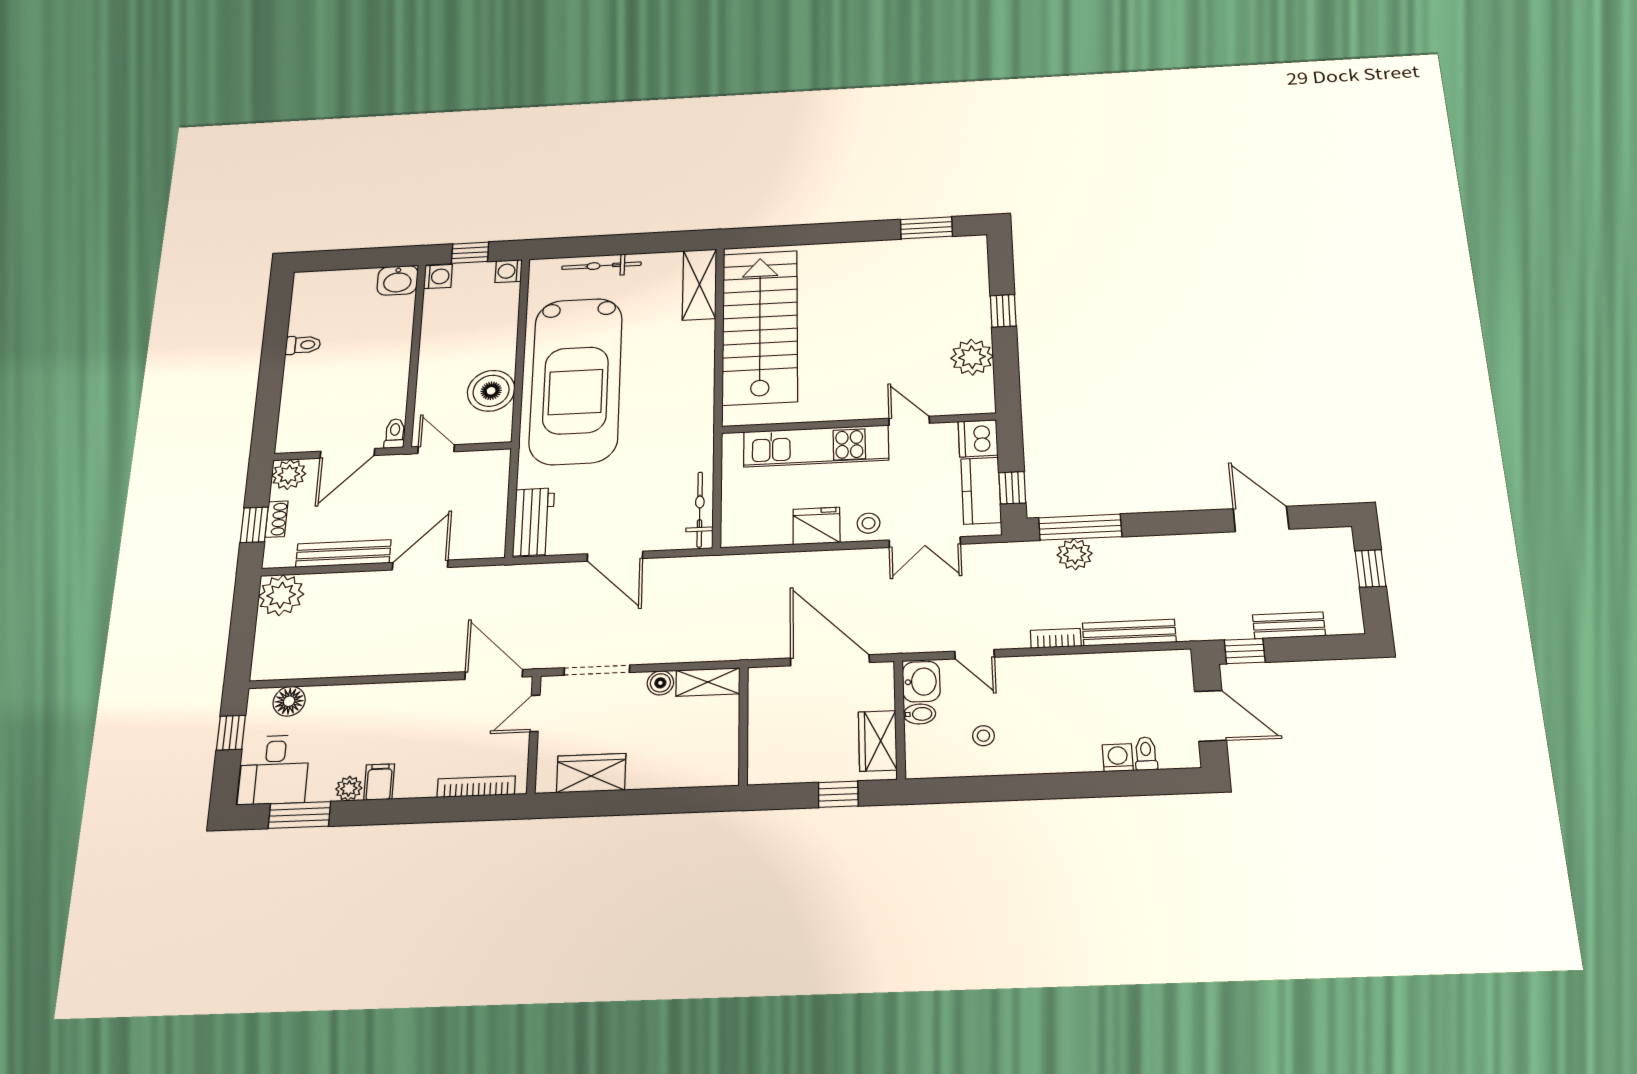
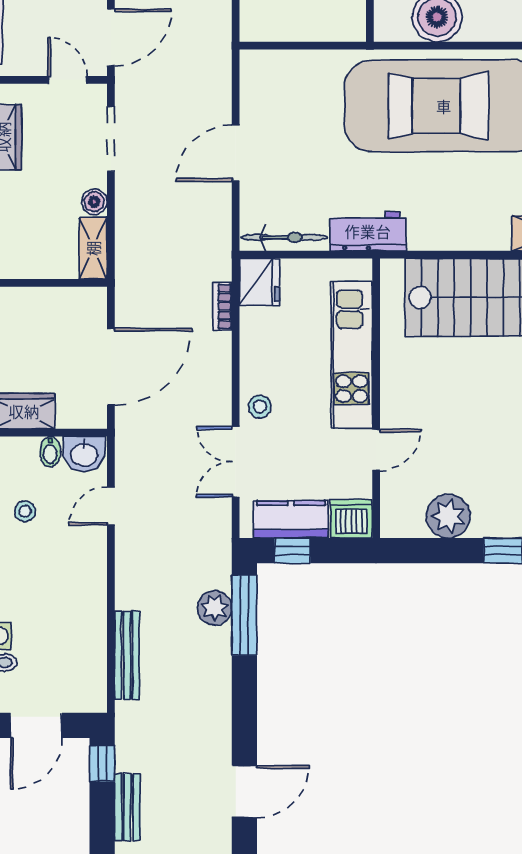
workbench: (534, 522) -> (368, 231), moved, turned 180
fridge: (817, 526) -> (260, 282), moved
bookcase: (1056, 638) -> (222, 306), moved, turned 180

